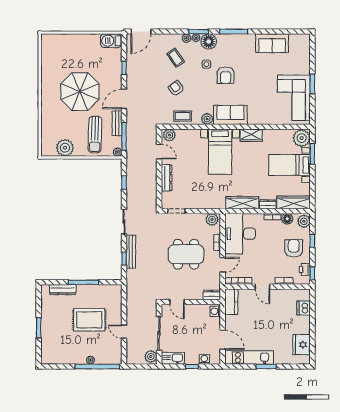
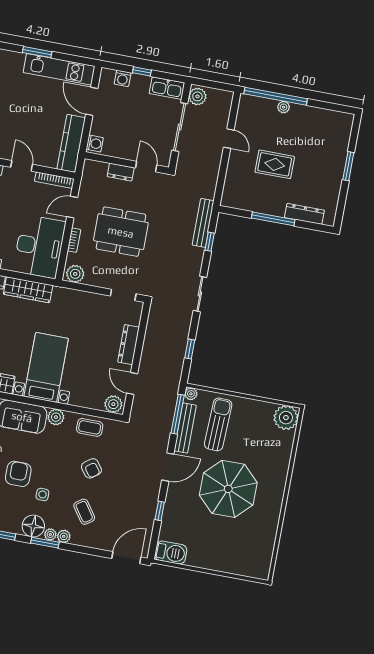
bench: (117, 123) -> (185, 428), width x1.36
plant: (65, 148) -> (286, 418), moved
bench: (131, 252) -> (203, 223), moved
dresser: (212, 295) -> (121, 172), moved
kitchen counter: (231, 302) -> (71, 143), width x1.50
rug: (89, 320) -> (275, 164), width x0.73, depth x0.70

